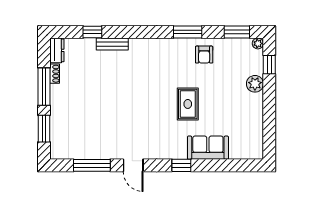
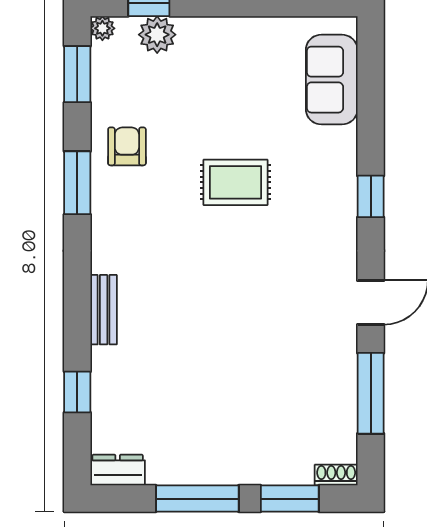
bench: (112, 44) -> (104, 310), moved
armchair: (204, 55) -> (127, 146), turned -90
shoe rack: (55, 74) -> (336, 475), moved
plant: (255, 84) -> (157, 35), moved
sofa: (208, 148) -> (332, 80), moved

